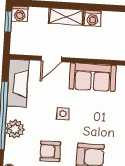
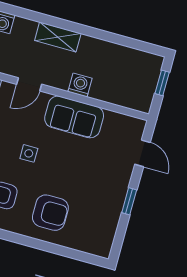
washing machine: (93, 18) -> (80, 85), moved, turned 180

